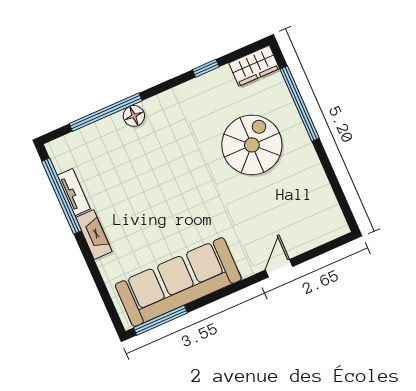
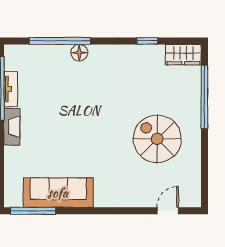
spiral stairs: (252, 145) -> (157, 139), moved, turned -90
door: (279, 268) -> (168, 211), moved
sofa: (178, 282) -> (58, 193), width x0.74, depth x0.79

